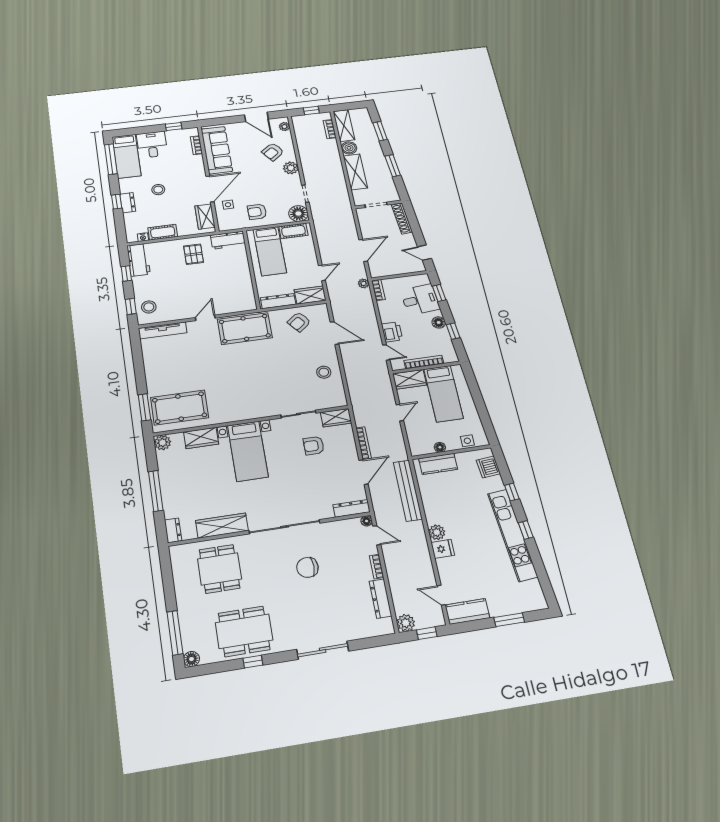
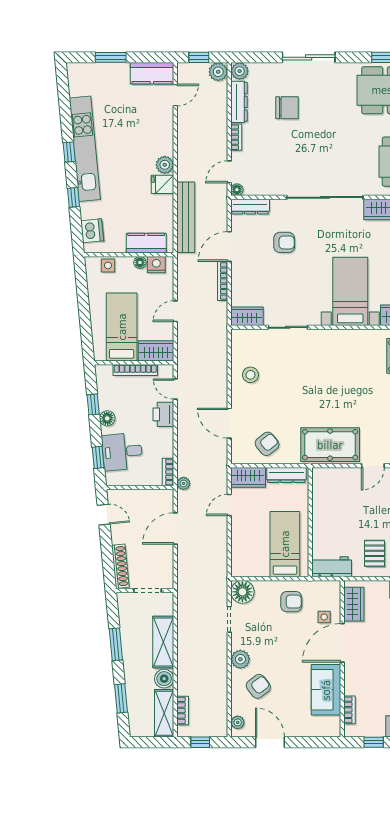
sofa: (217, 150) -> (326, 690), width x0.73
cot: (293, 231) -> (253, 568), removed
armchair: (314, 446) -> (284, 242), moved
nightstand: (425, 448) -> (156, 265), added
door: (377, 535) -> (229, 172), hinge flipped
fridge: (443, 549) -> (163, 184), moved
chair: (307, 567) -> (287, 108), moved
door: (441, 595) -> (175, 95), hinge flipped
plant: (386, 627) -> (240, 71), added

